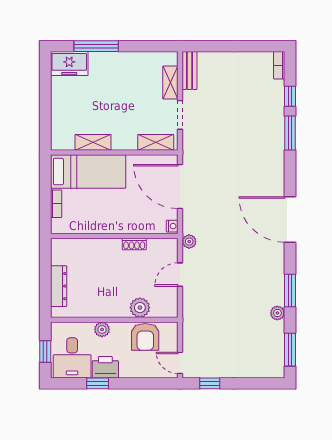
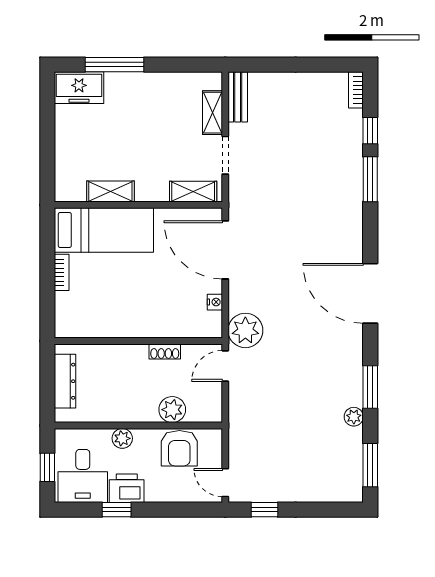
wall: (114, 236) -> (138, 341), moved
plant: (189, 242) -> (245, 330), width x1.88, depth x1.88
shoe rack: (134, 244) -> (165, 352), moved

